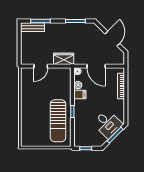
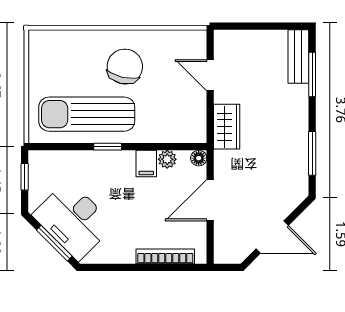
chair: (37, 104) -> (125, 67), added
desk: (108, 124) -> (73, 220), width x1.37

